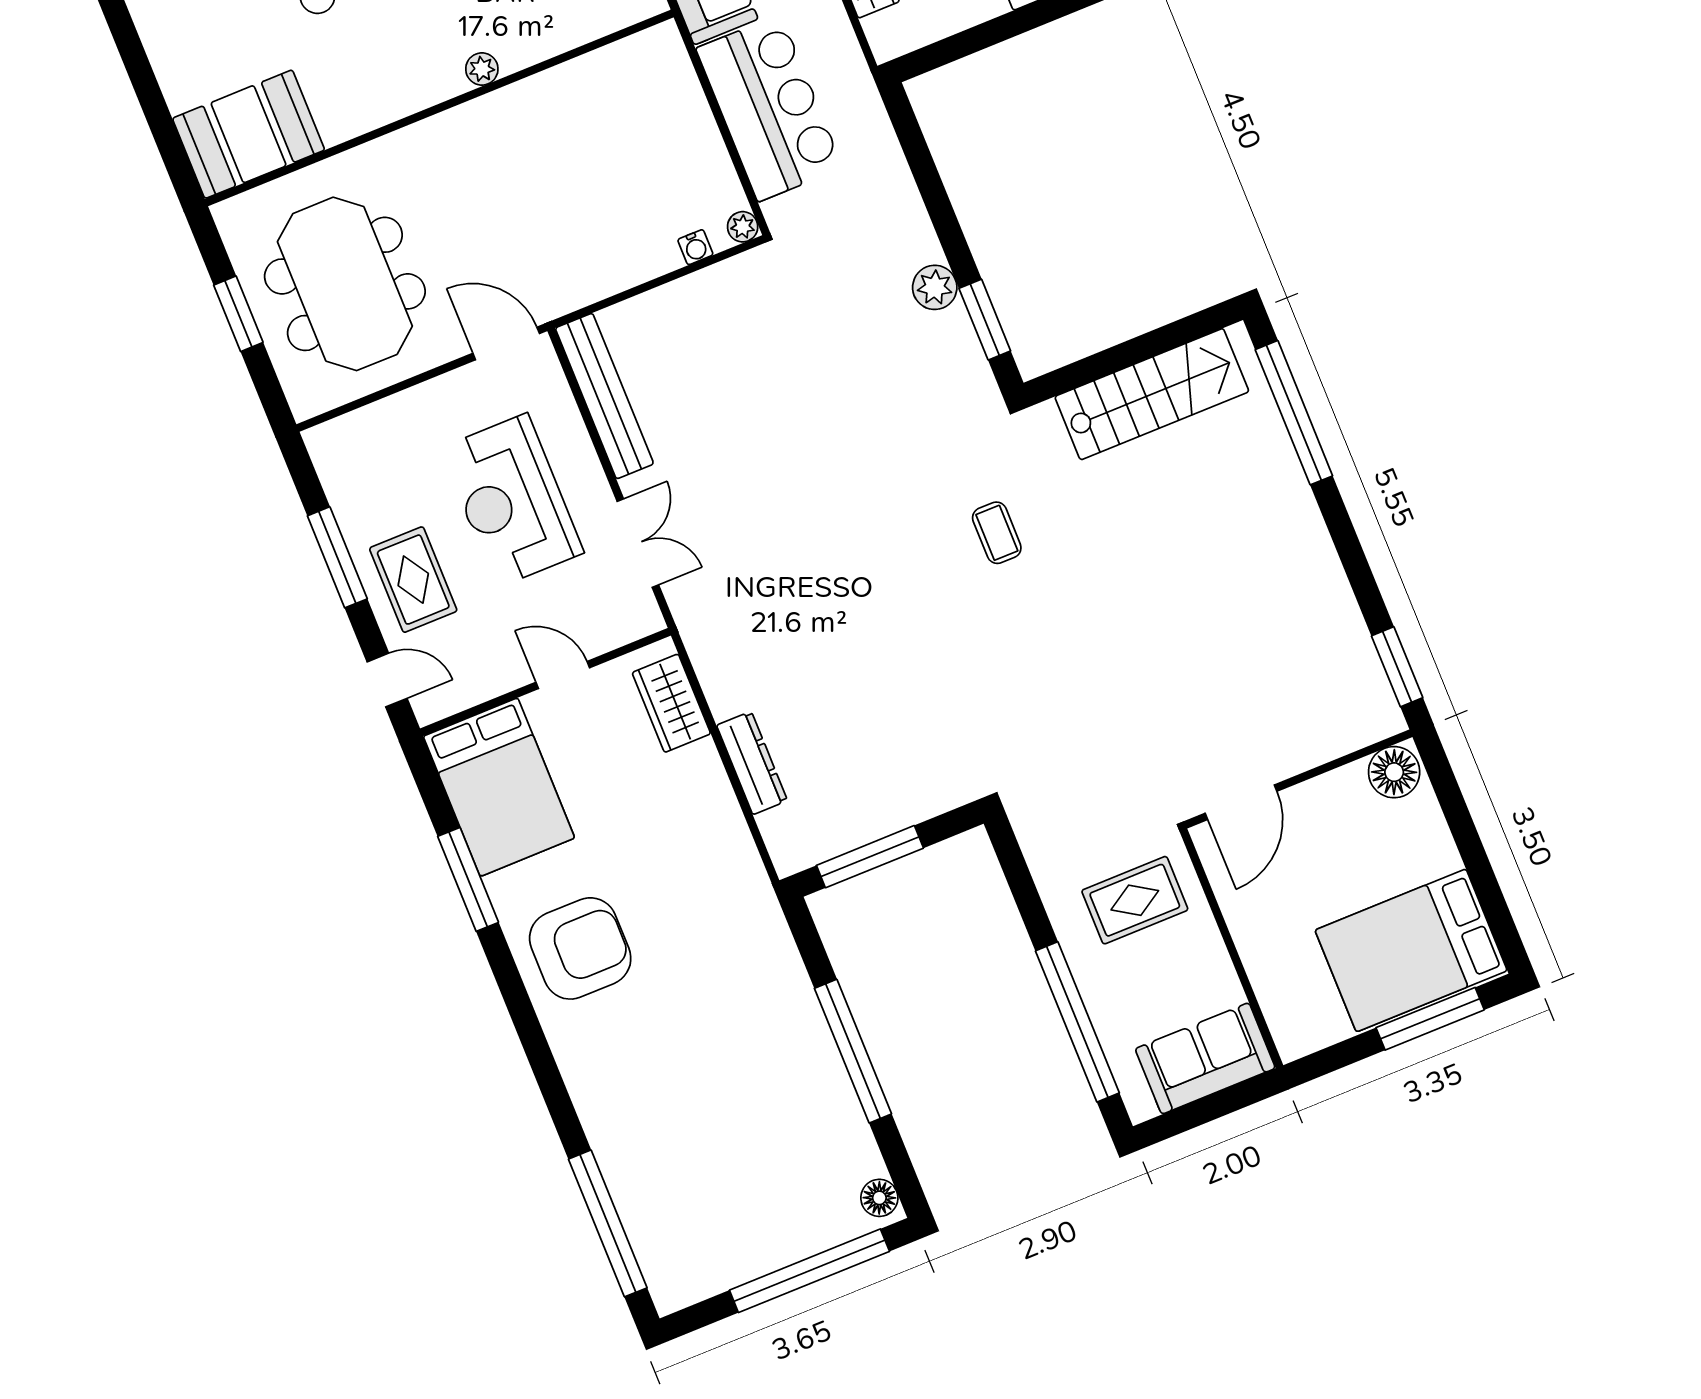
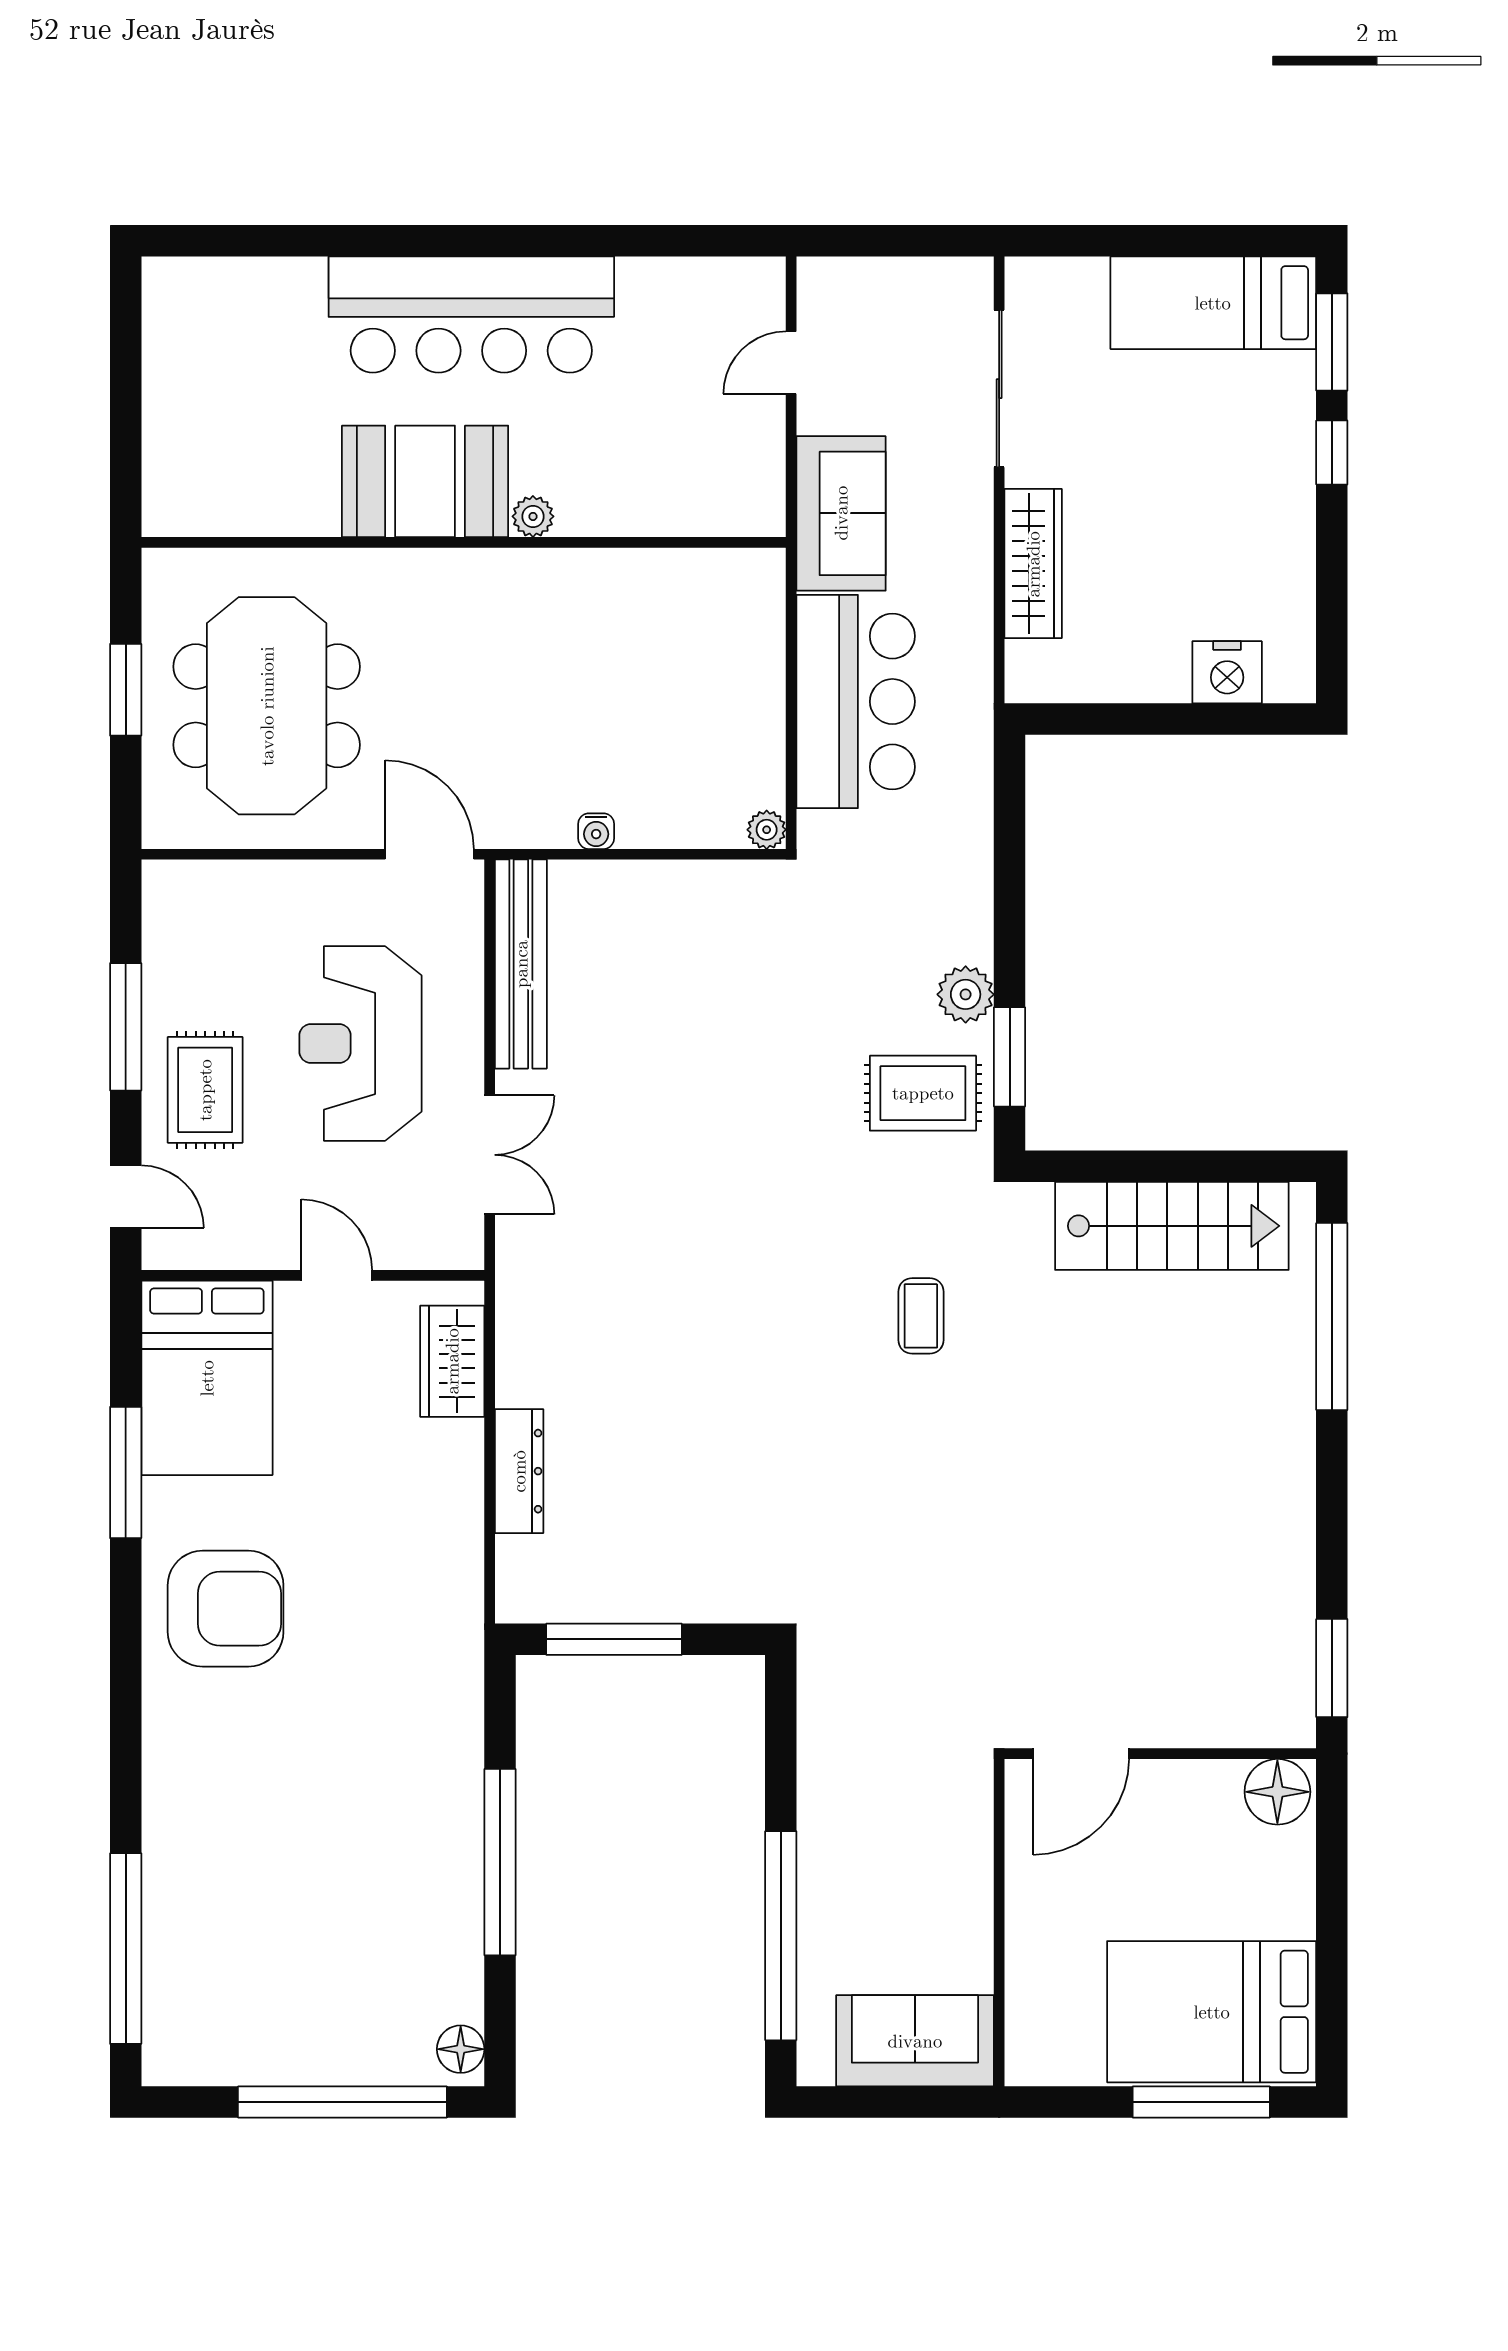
booth: (249, 134) -> (425, 481), moved
water cooler: (695, 247) -> (596, 831), moved
rug: (1135, 900) -> (923, 1093), moved

